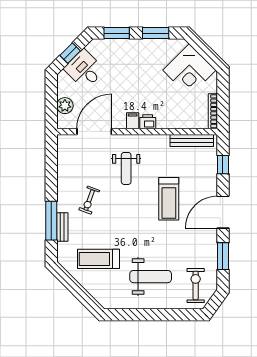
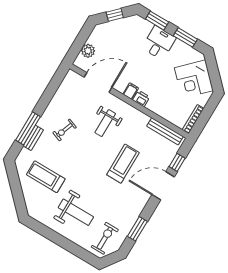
desk: (84, 69) -> (159, 43), moved, turned 45
treadmill: (169, 199) -> (123, 164), turned 180
door: (223, 212) -> (163, 186), moved

